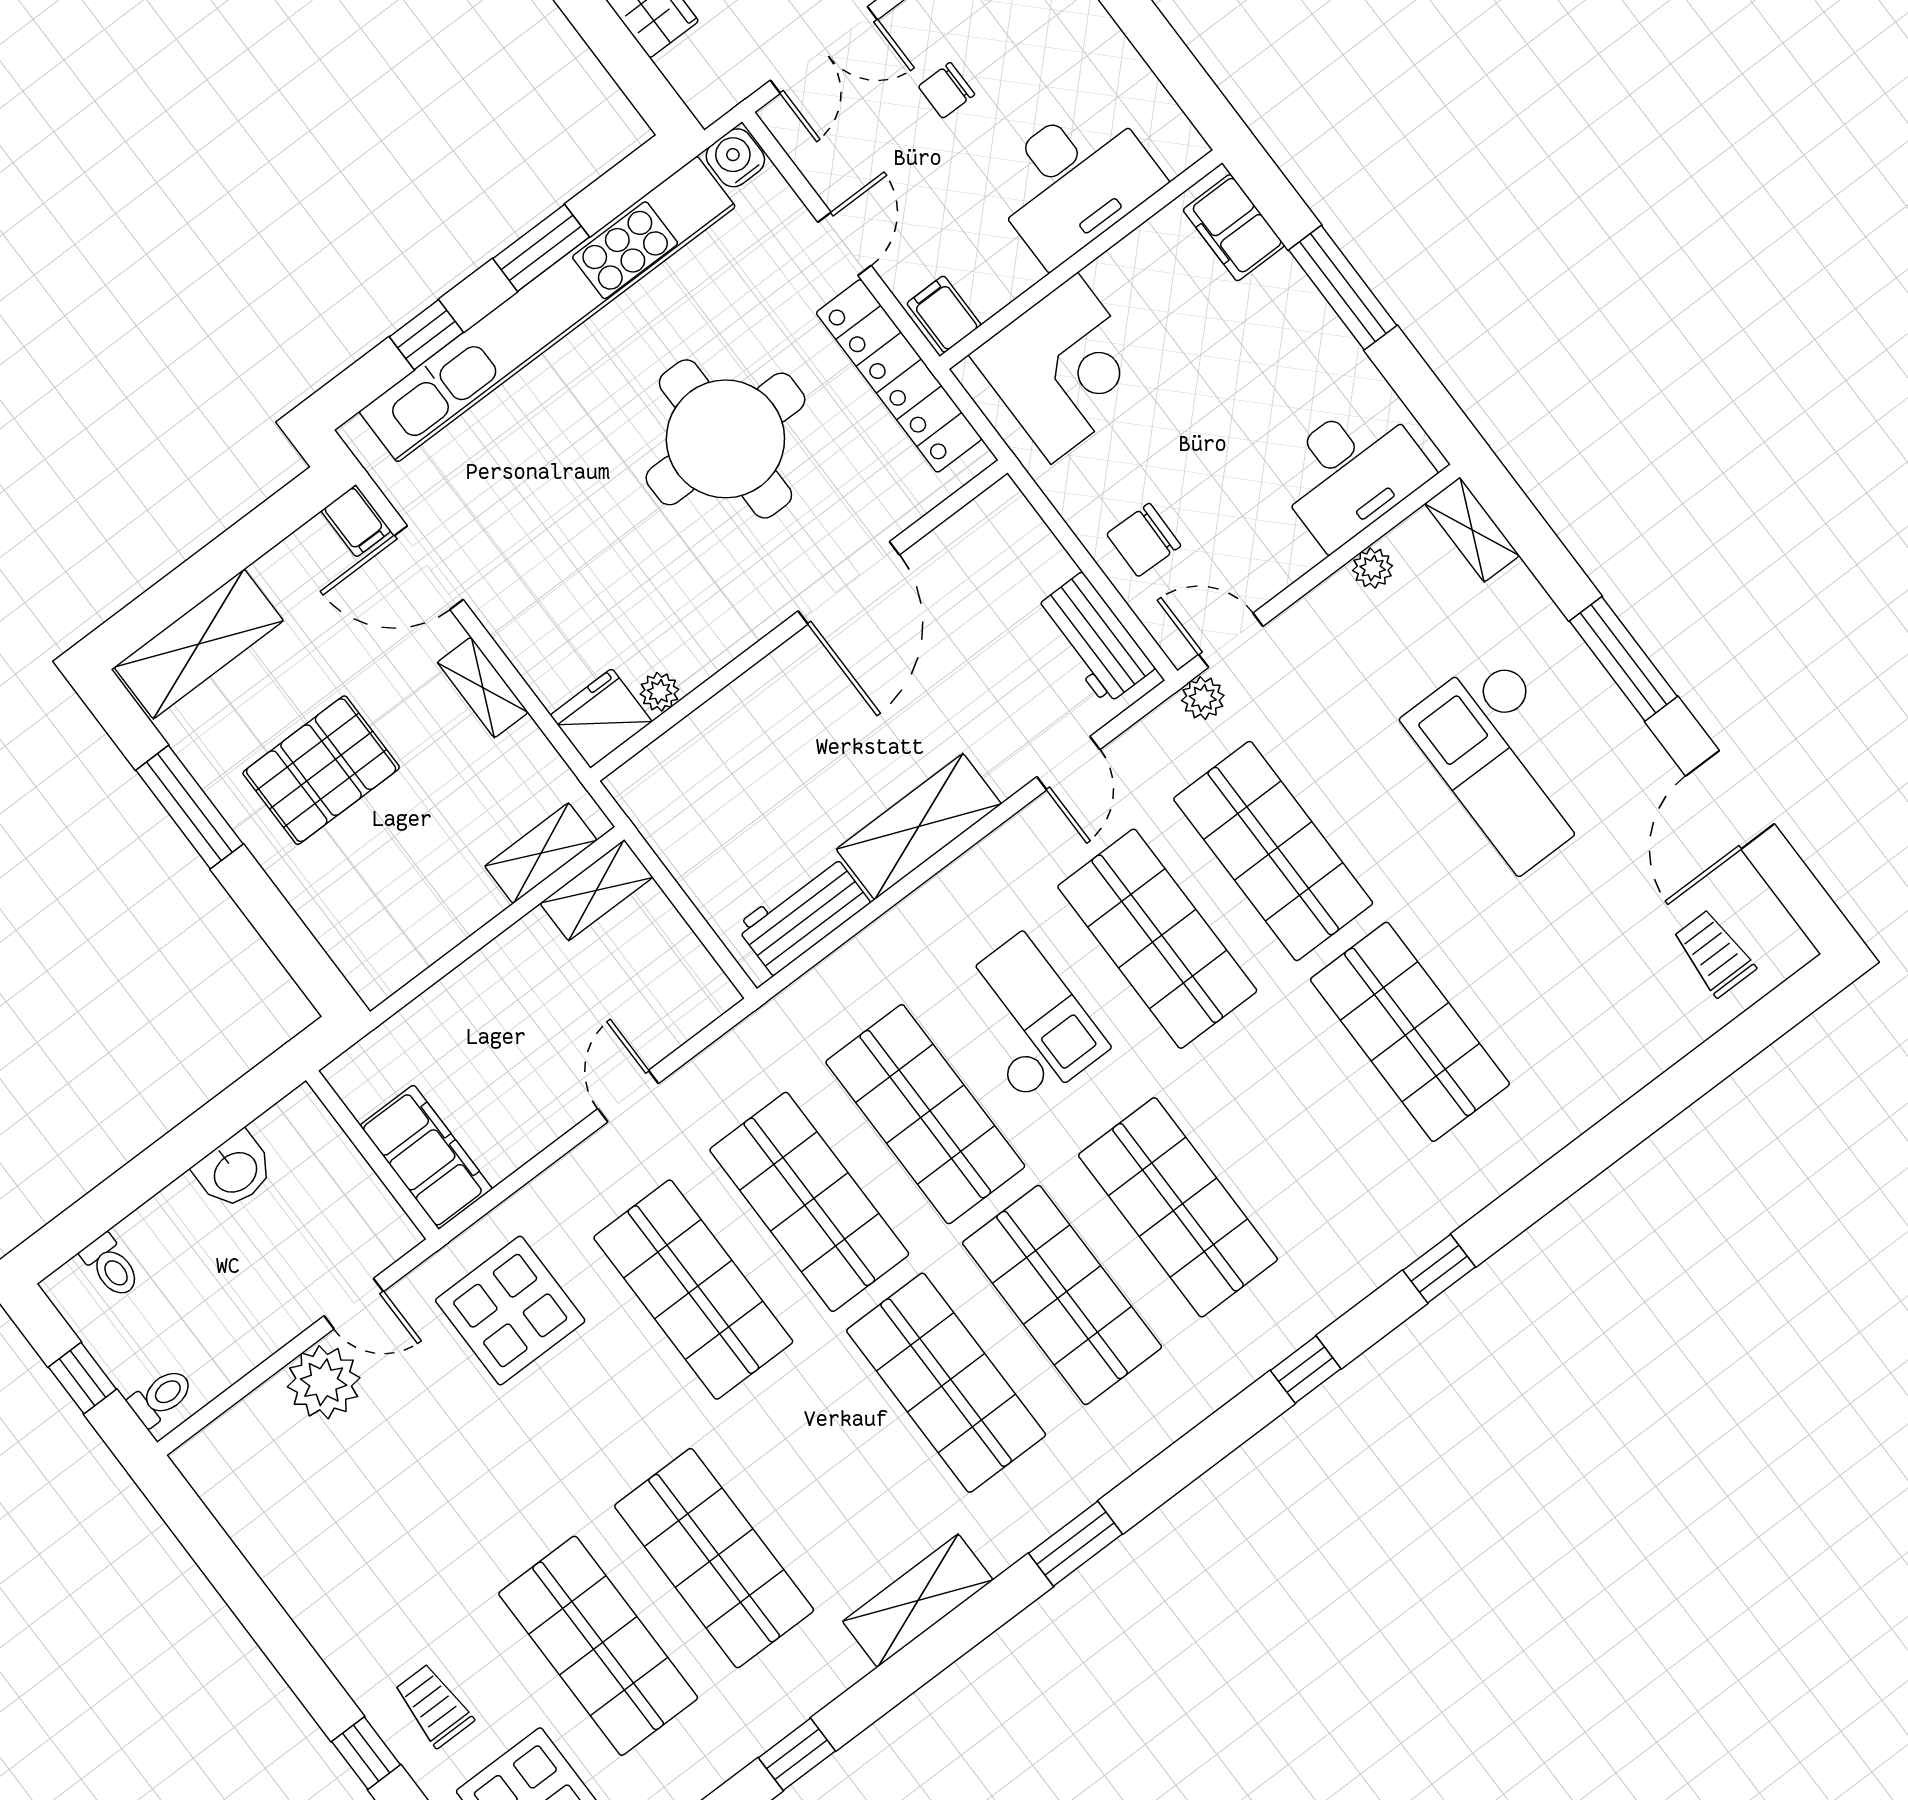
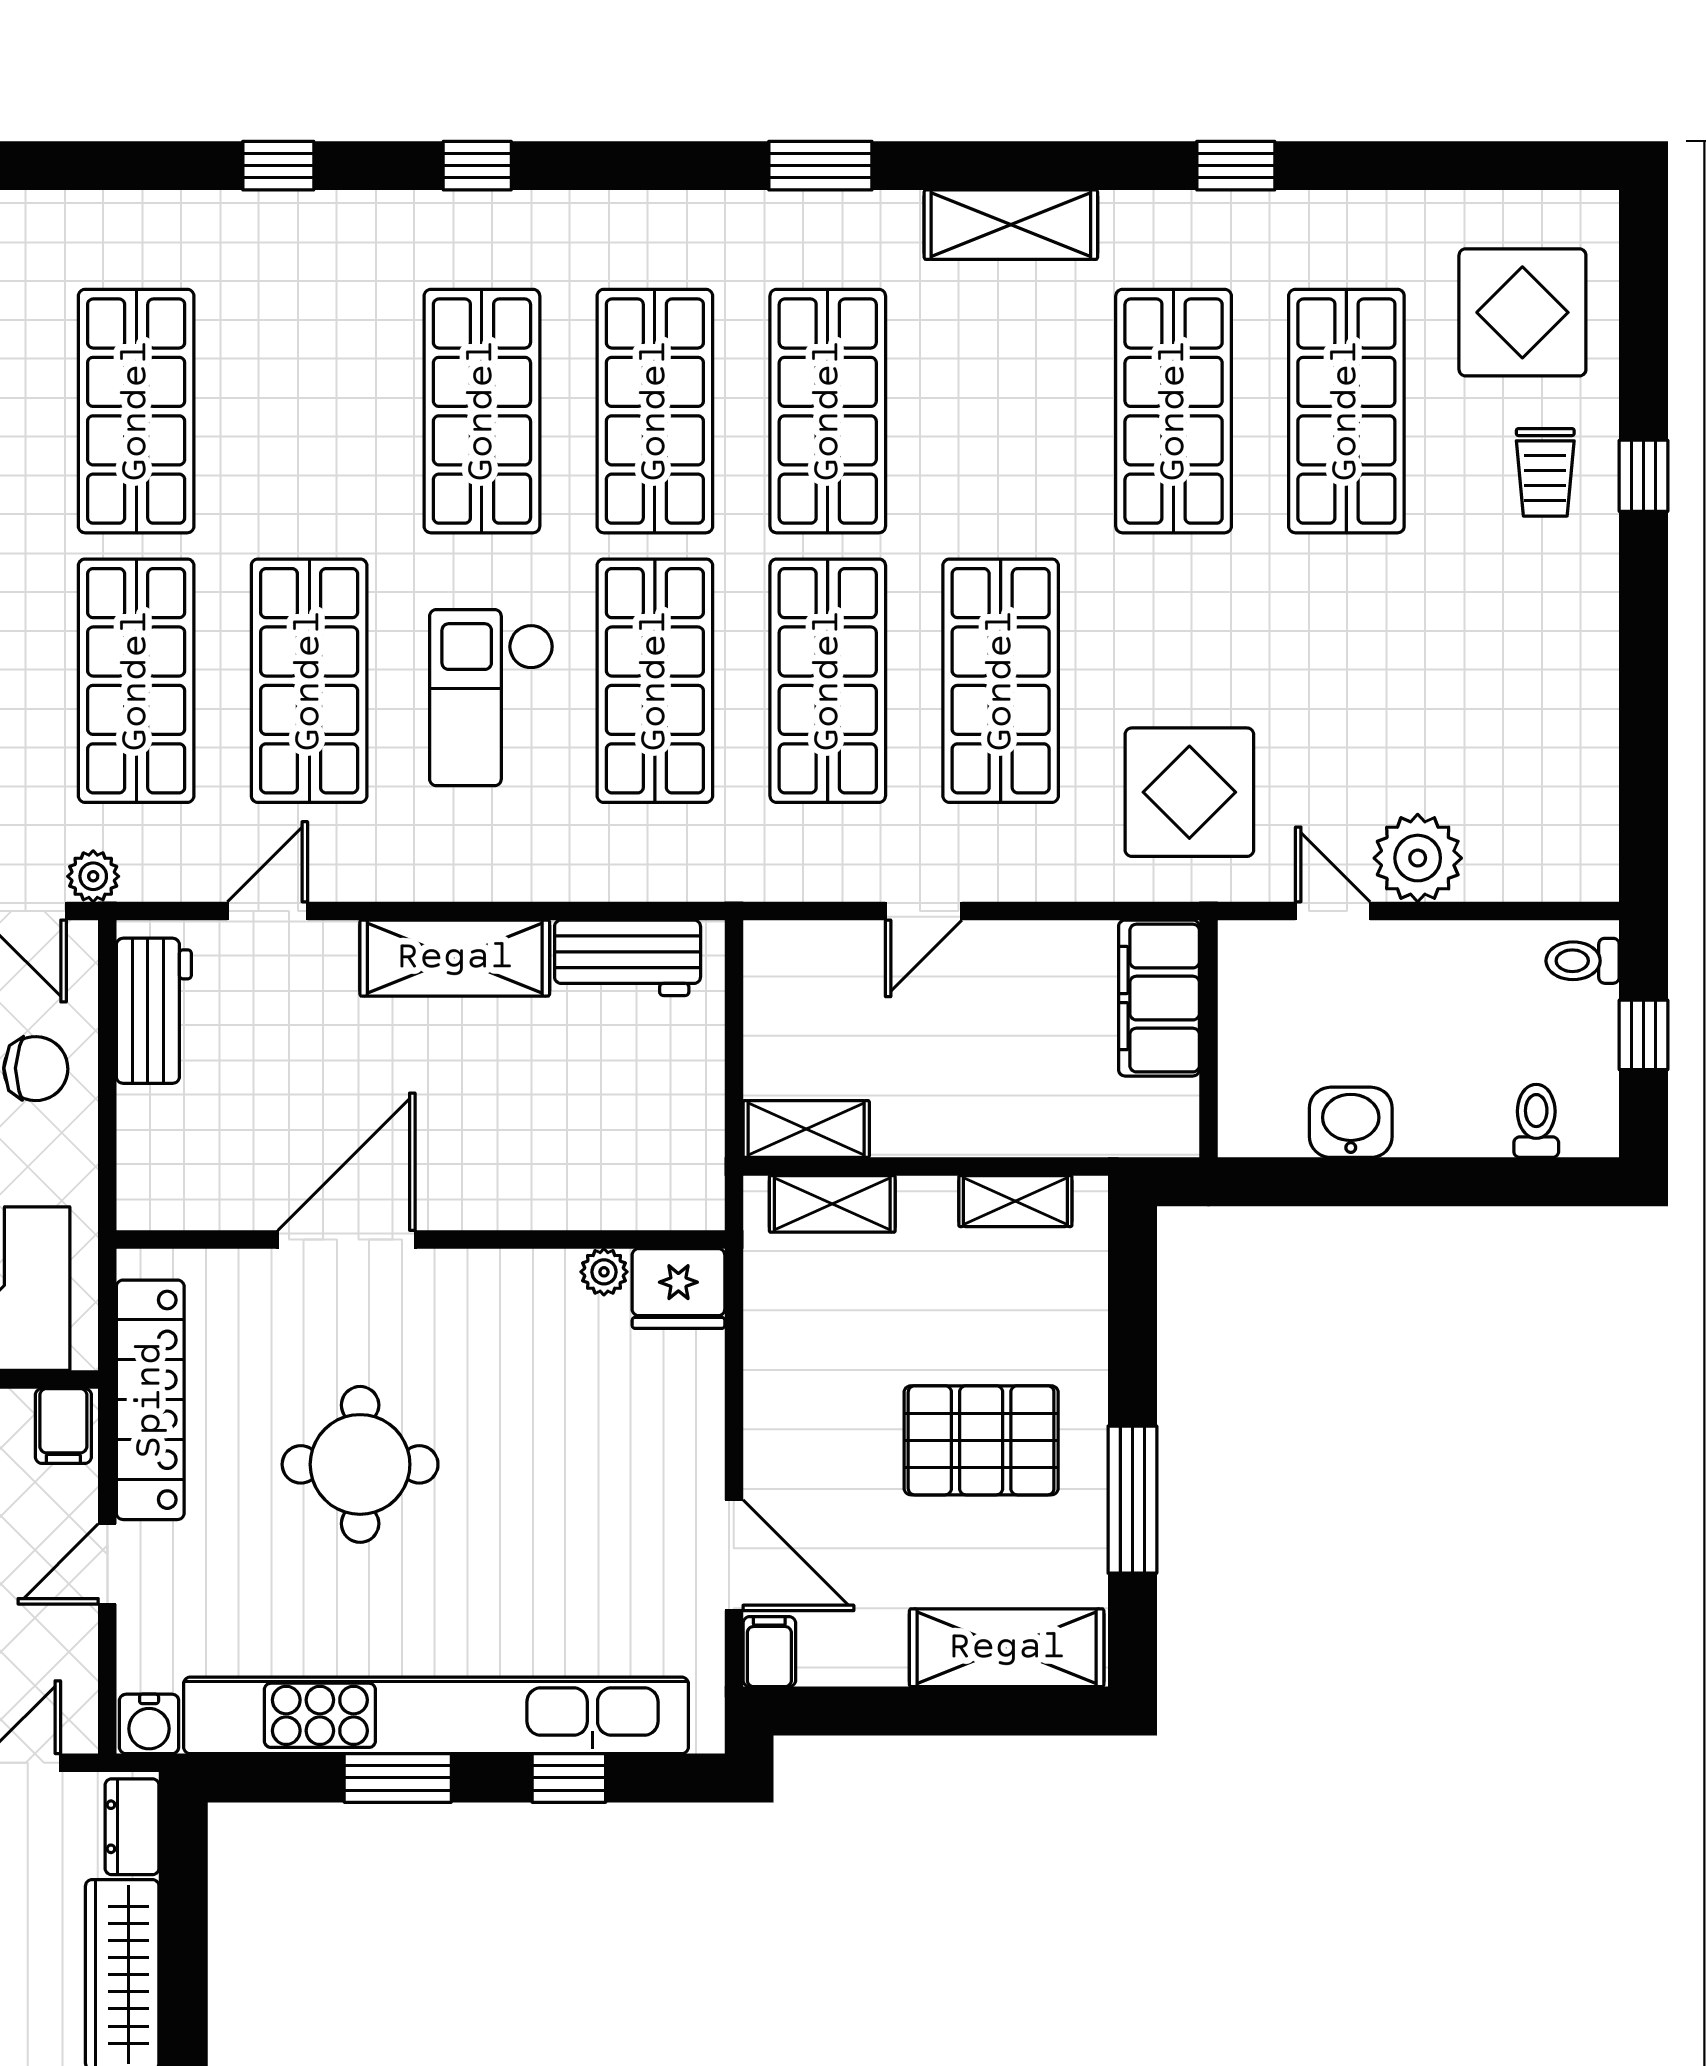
dresser: (695, 80) -> (132, 1827), added
round table: (725, 439) -> (360, 1464), width x0.73, depth x0.73
shelving: (483, 687) -> (1015, 1201), moved, turned 90

